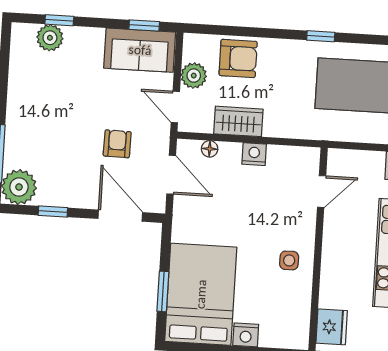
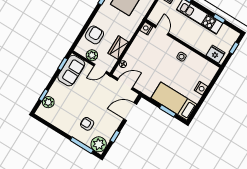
armchair: (117, 144) -> (87, 124), moved
nightstand: (254, 154) -> (146, 28), moved
bed: (201, 294) -> (174, 101), width x0.67

